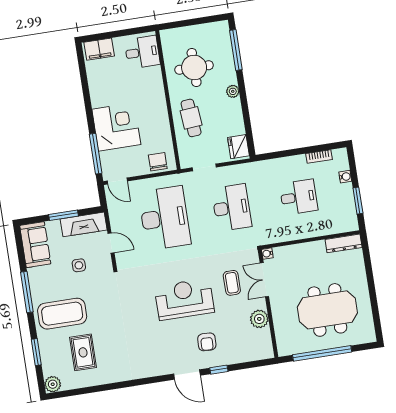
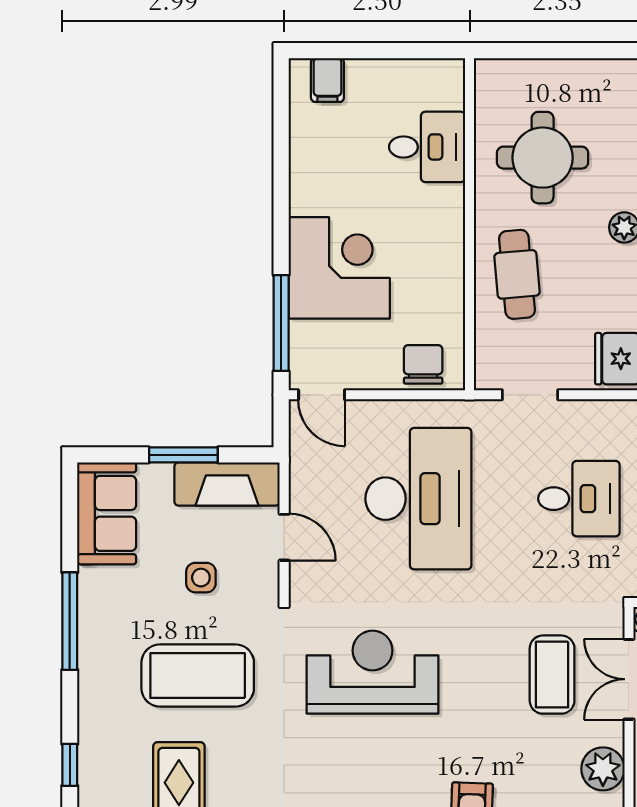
filing cabinet: (99, 49) -> (327, 80), width x0.50
desk: (142, 52) -> (427, 147), moved
desk: (232, 208) -> (579, 499), width x0.73
coffee table: (232, 283) -> (552, 675), width x1.36, depth x1.30
reception desk: (184, 299) -> (373, 672), moved
coffee table: (62, 314) -> (198, 676), moved
window: (36, 352) -> (70, 765), width x0.67

